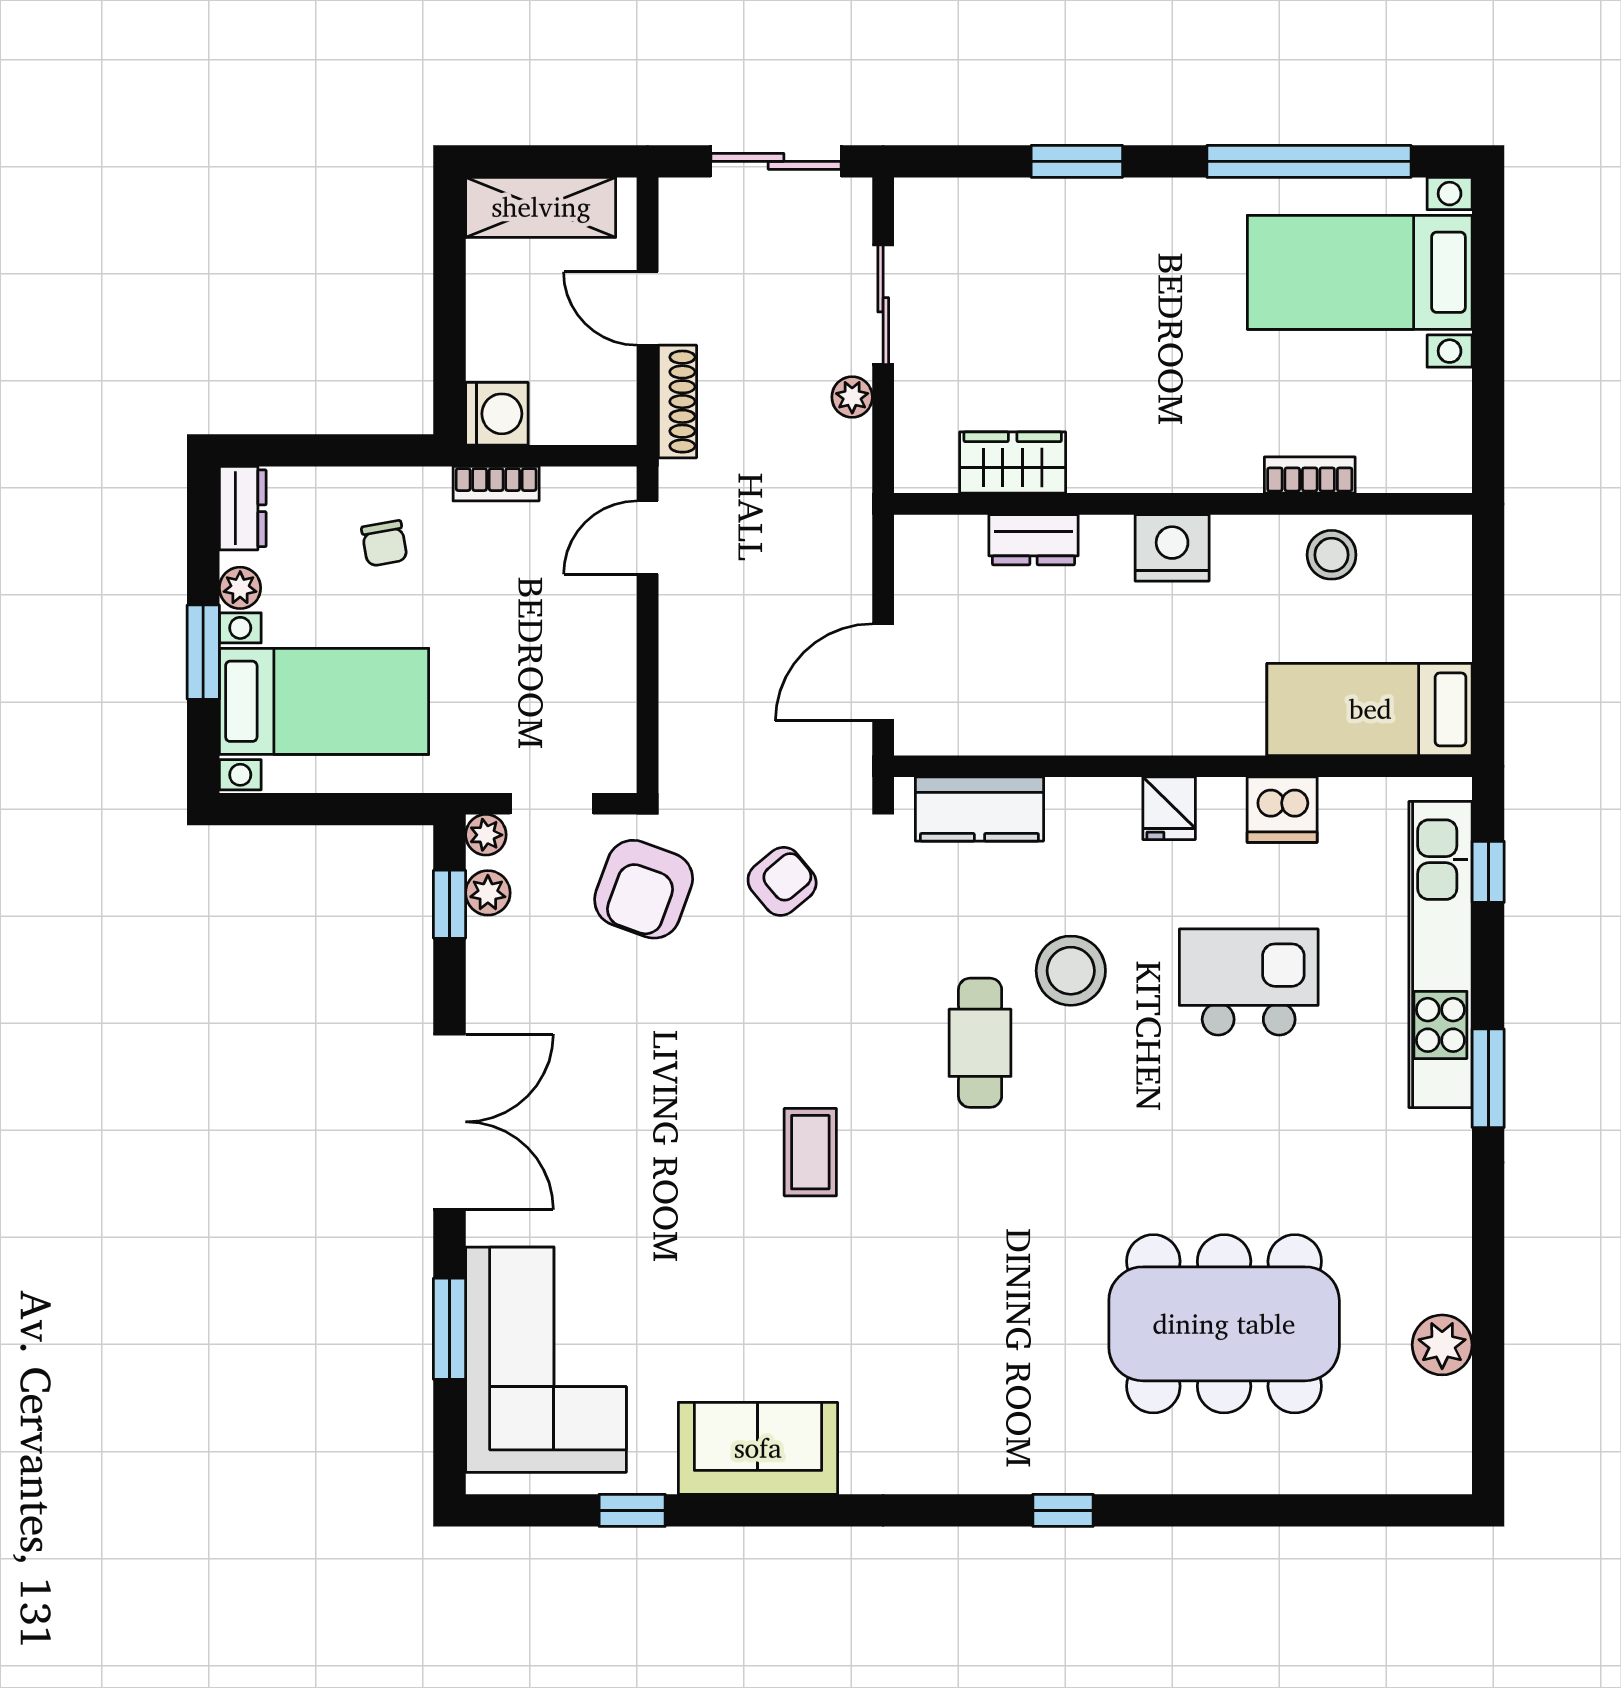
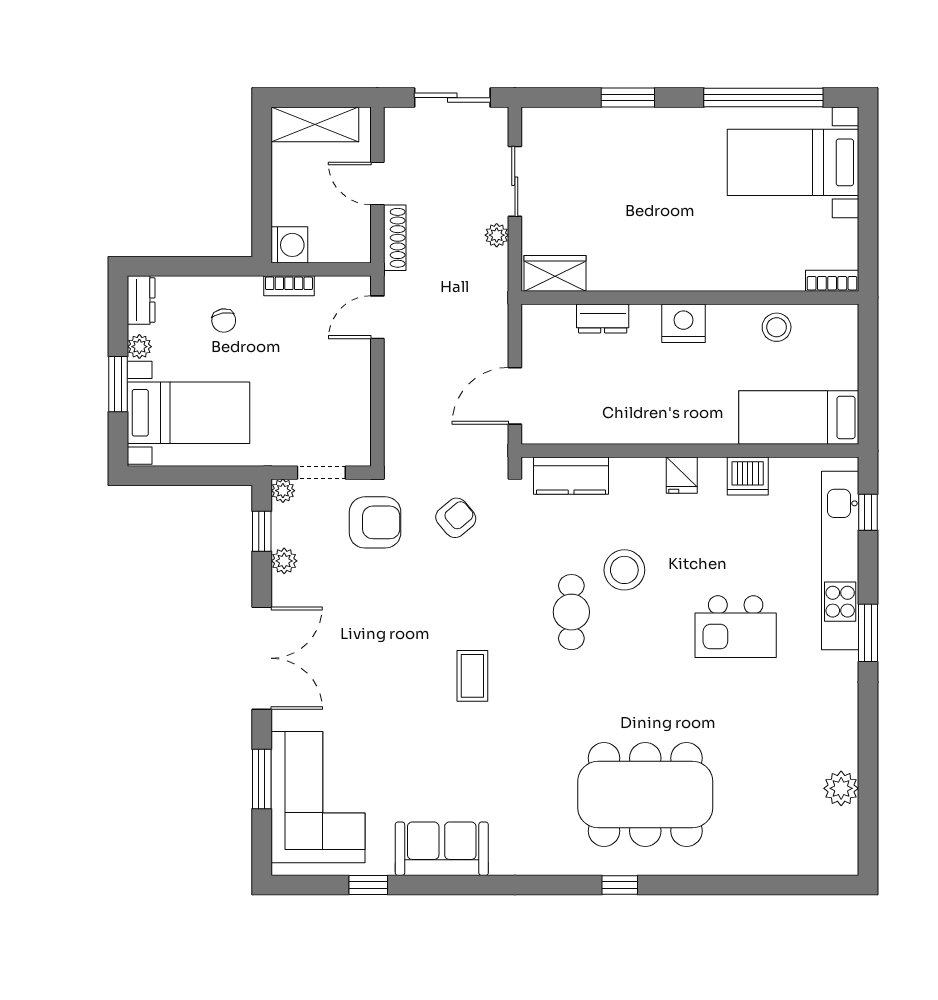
wardrobe: (1013, 463) -> (555, 273), moved
bookcase: (1310, 475) -> (832, 281), moved
armchair: (644, 889) -> (375, 522), turned -110
plant: (488, 893) -> (284, 561), moved
kitchen island: (1249, 982) -> (736, 627), moved, turned 180
dining table: (1224, 1324) -> (645, 795), moved

